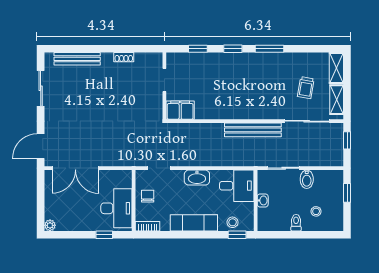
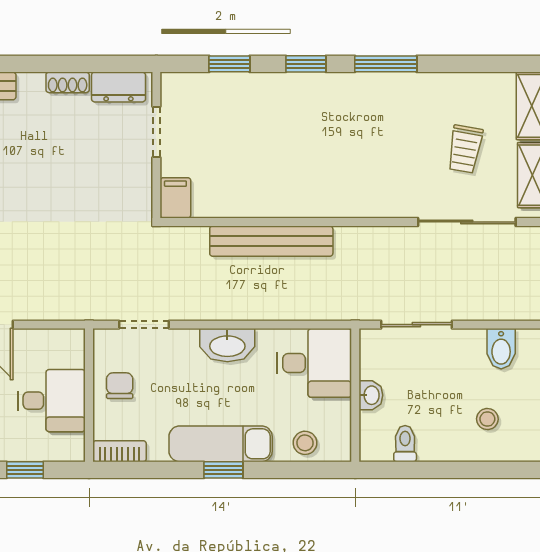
dresser: (147, 59) -> (118, 87), added
filing cabinet: (180, 110) -> (175, 198), width x0.50
bench: (253, 130) -> (271, 241), moved
bidet: (307, 179) -> (501, 349), moved
desk: (116, 208) -> (51, 401), width x0.73
toilet: (296, 223) -> (405, 444), moved
window: (237, 235) -> (223, 470), moved

